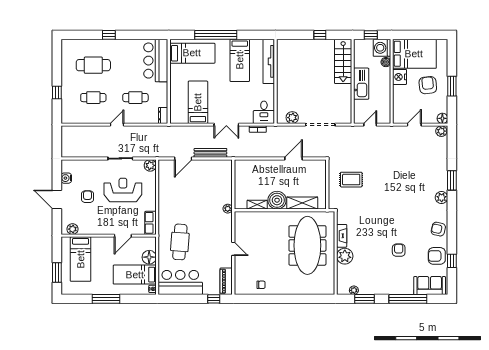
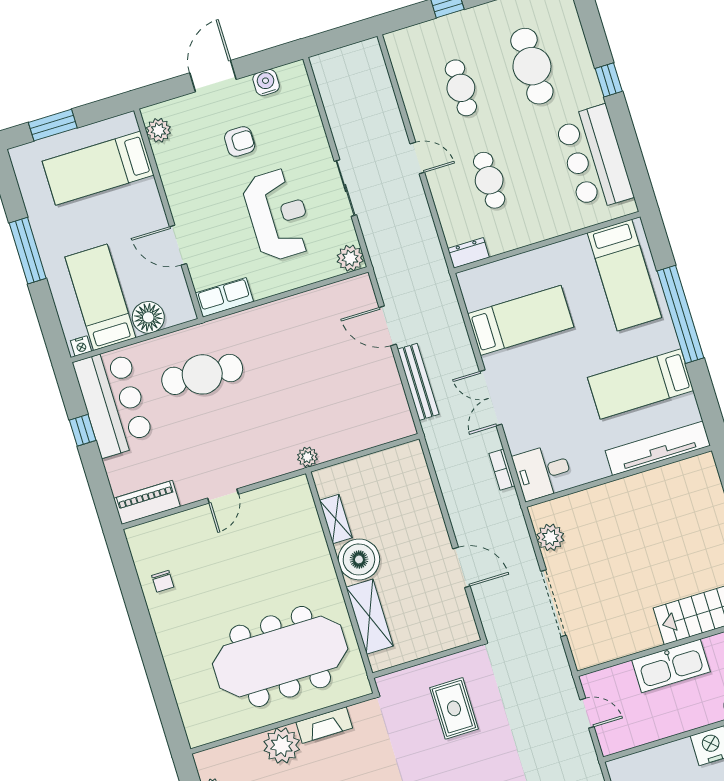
bar counter: (156, 61) -> (594, 158), moved, turned -90
window: (214, 299) -> (83, 430), moved

